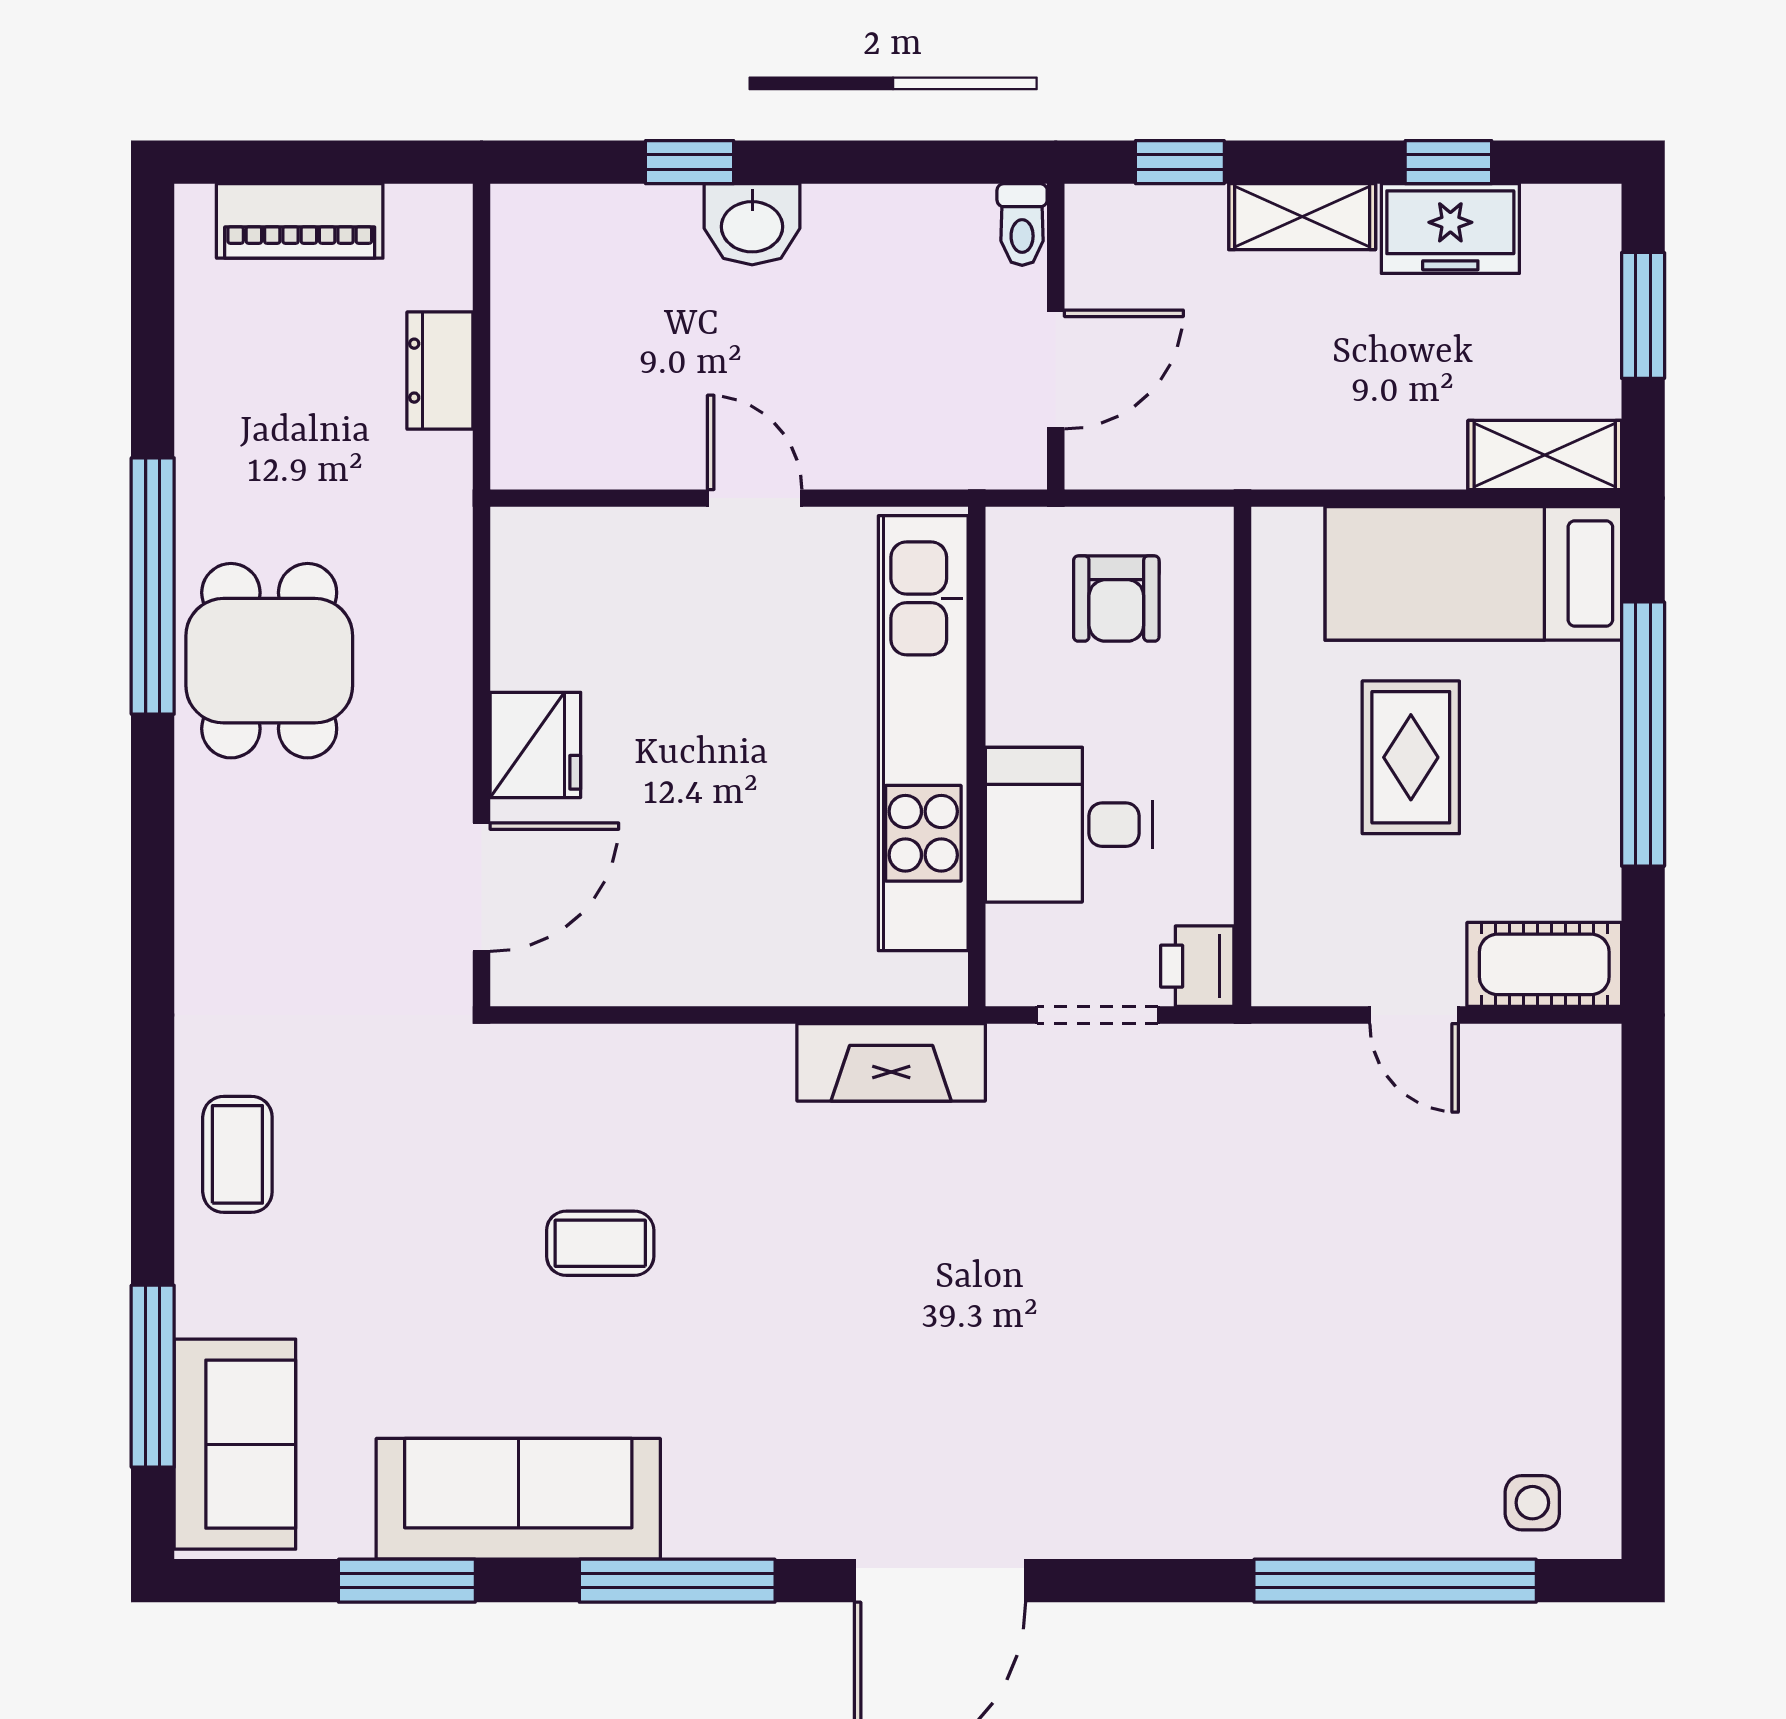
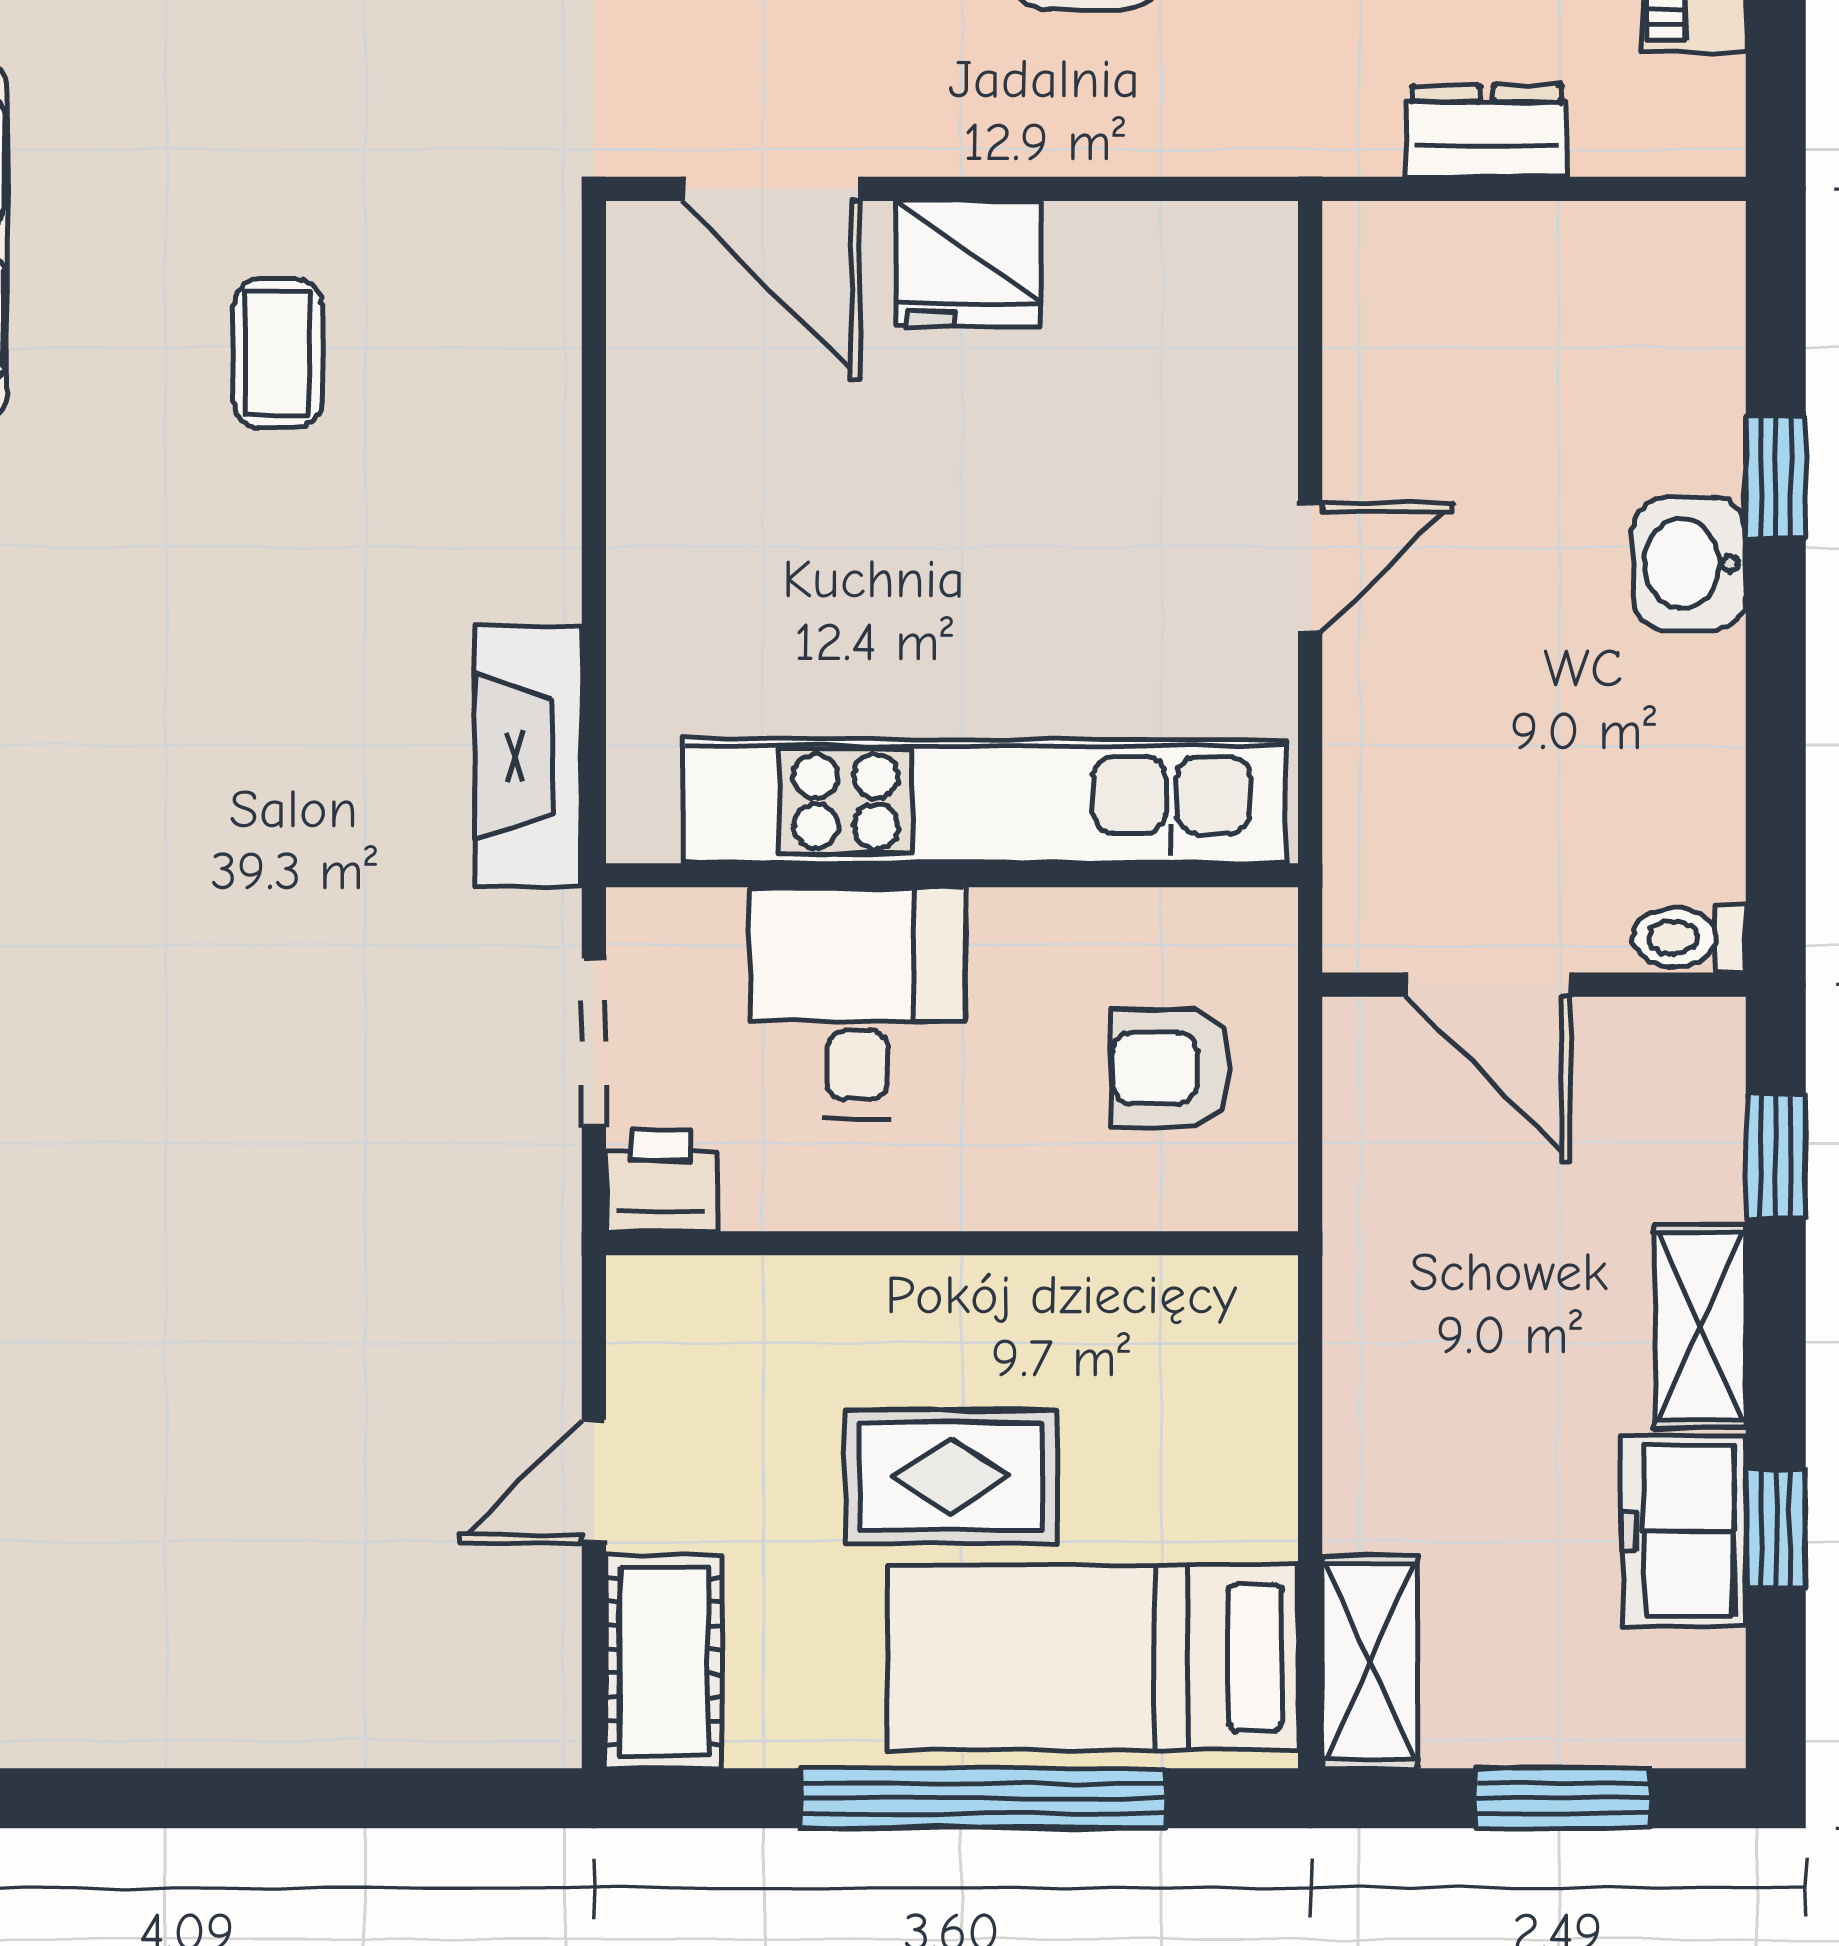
bed: (1473, 573) -> (1093, 1657), moved, turned -90

